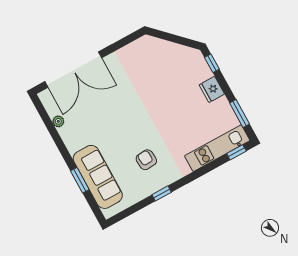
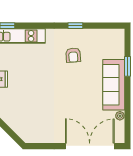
sofa: (98, 177) -> (114, 85), moved

